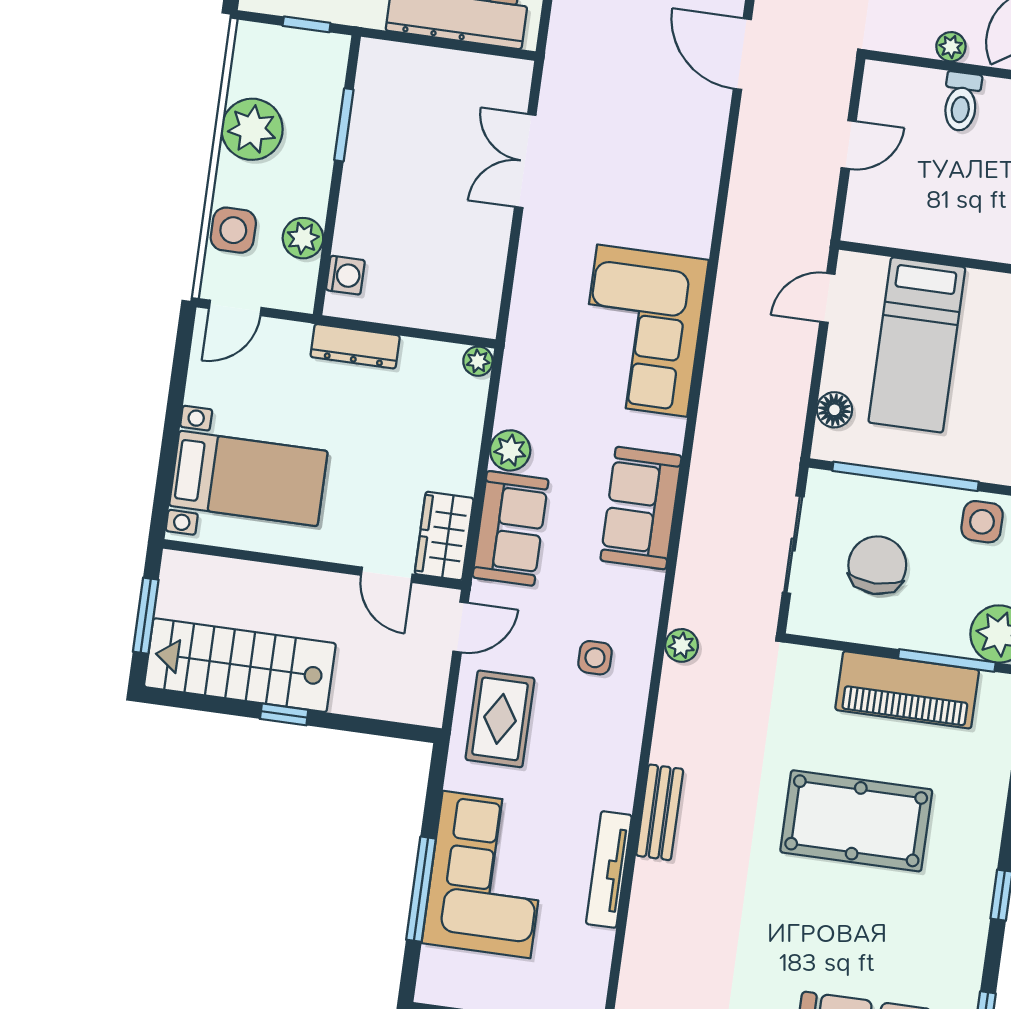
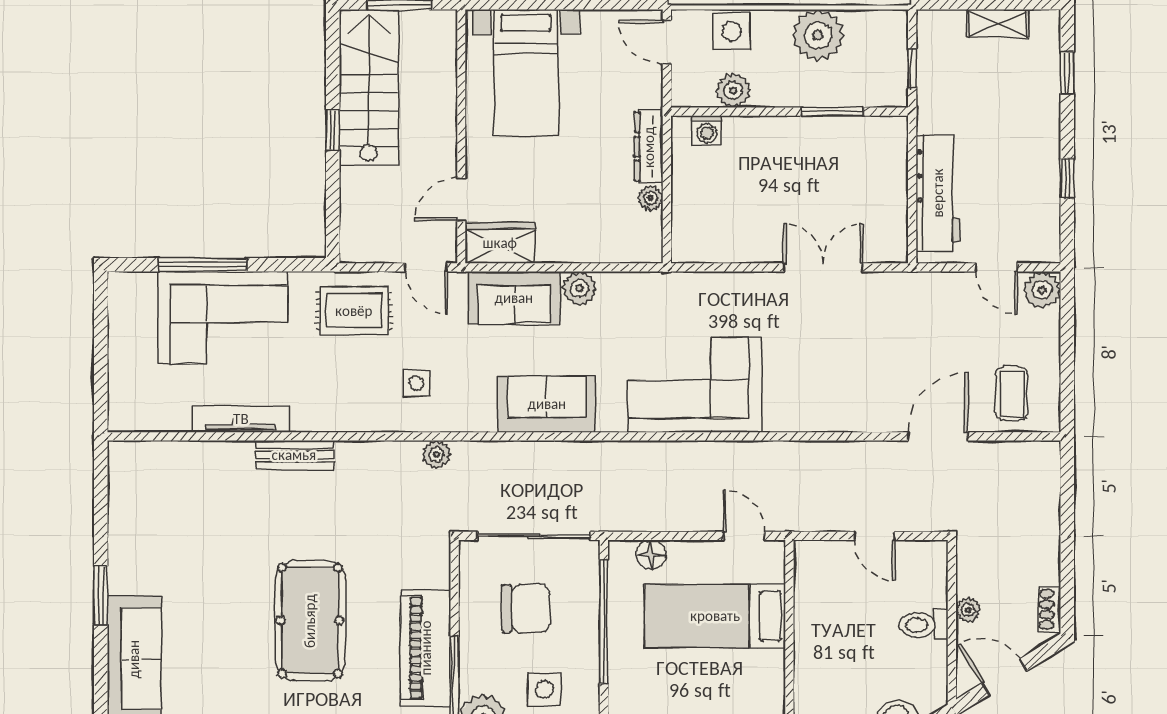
plant: (478, 361) -> (650, 198), moved
side table: (982, 522) -> (544, 689), moved
sliding door: (793, 545) -> (534, 536), width x1.37

